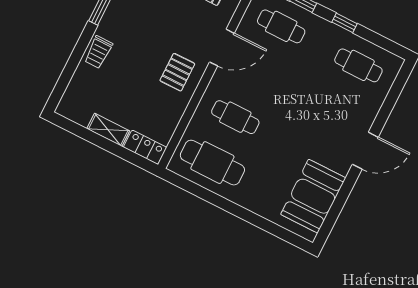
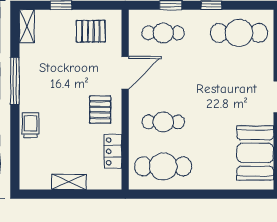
trolley: (98, 52) -> (31, 125), turned 180
cafe table: (358, 65) -> (239, 33), width x1.37, depth x1.35
locker: (145, 147) -> (113, 151), moved, turned -90

